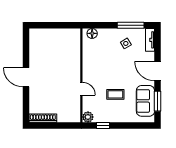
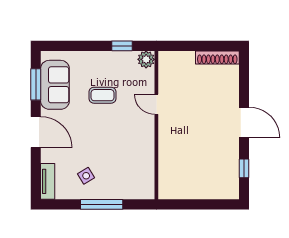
window: (131, 25) -> (102, 204), moved
floor lamp: (92, 33) -> (139, 192), removed
window: (26, 48) -> (244, 168), added

